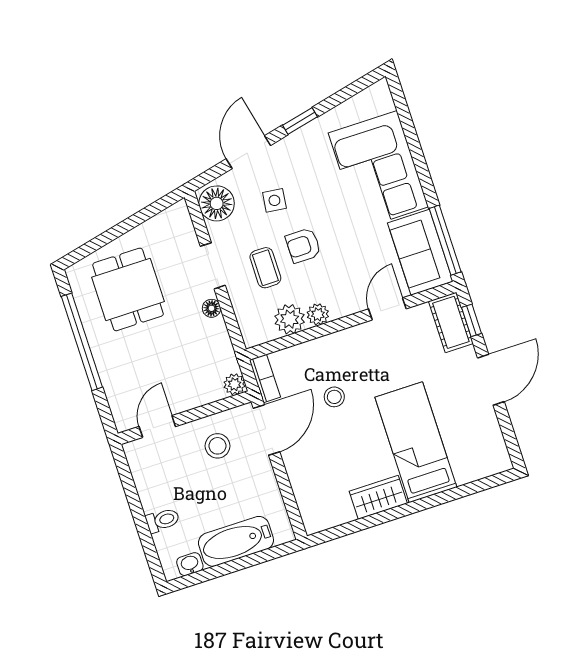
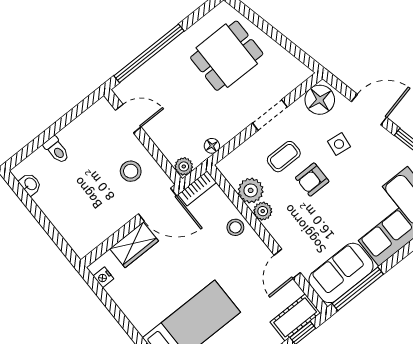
armchair: (303, 245) -> (312, 180), turned -90
floor lamp: (211, 308) -> (212, 146), moved
door: (387, 309) -> (287, 264), swing flipped
window: (82, 342) -> (149, 53), moved
stool: (334, 397) -> (235, 227), moved
wardrobe: (378, 497) -> (134, 245), moved, turned 90
nightstand: (325, 521) -> (103, 277), added
bathtub: (236, 541) -> (62, 213), removed

